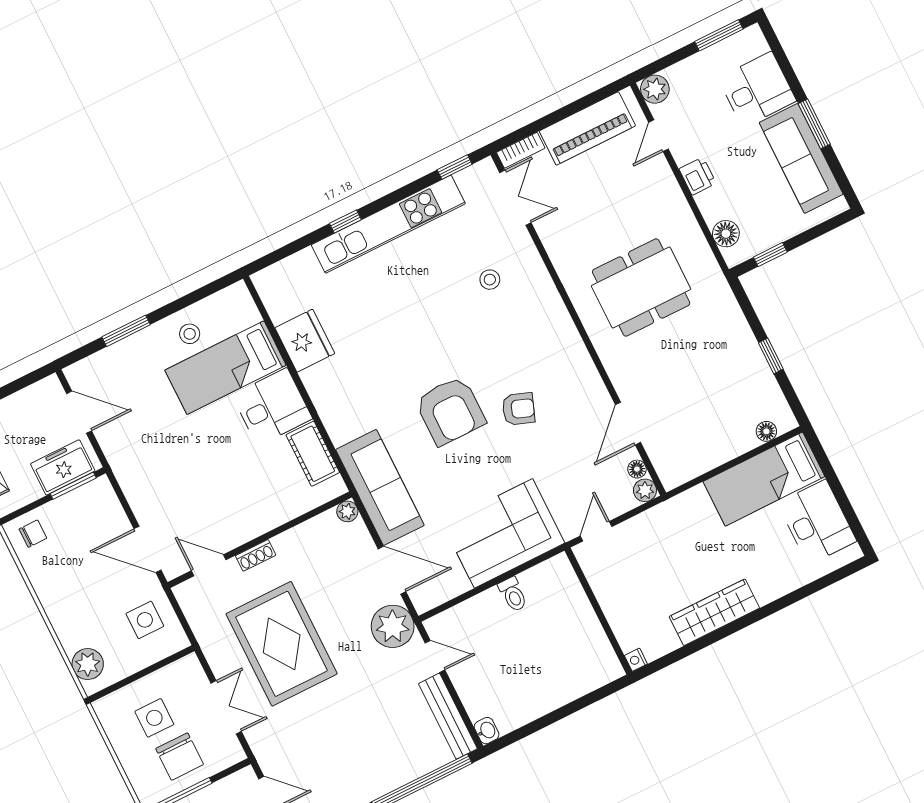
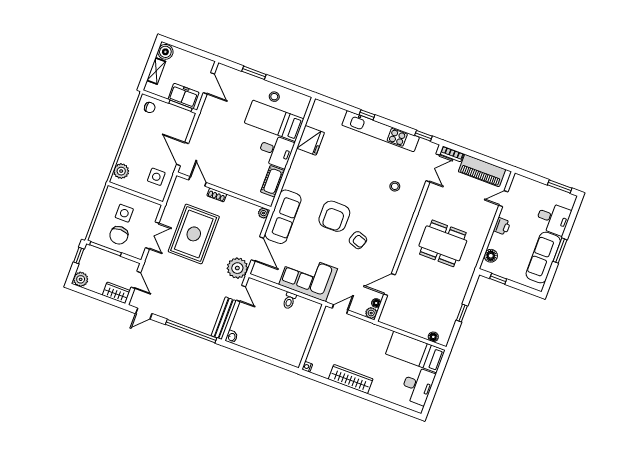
plant: (655, 89) -> (519, 182), removed

